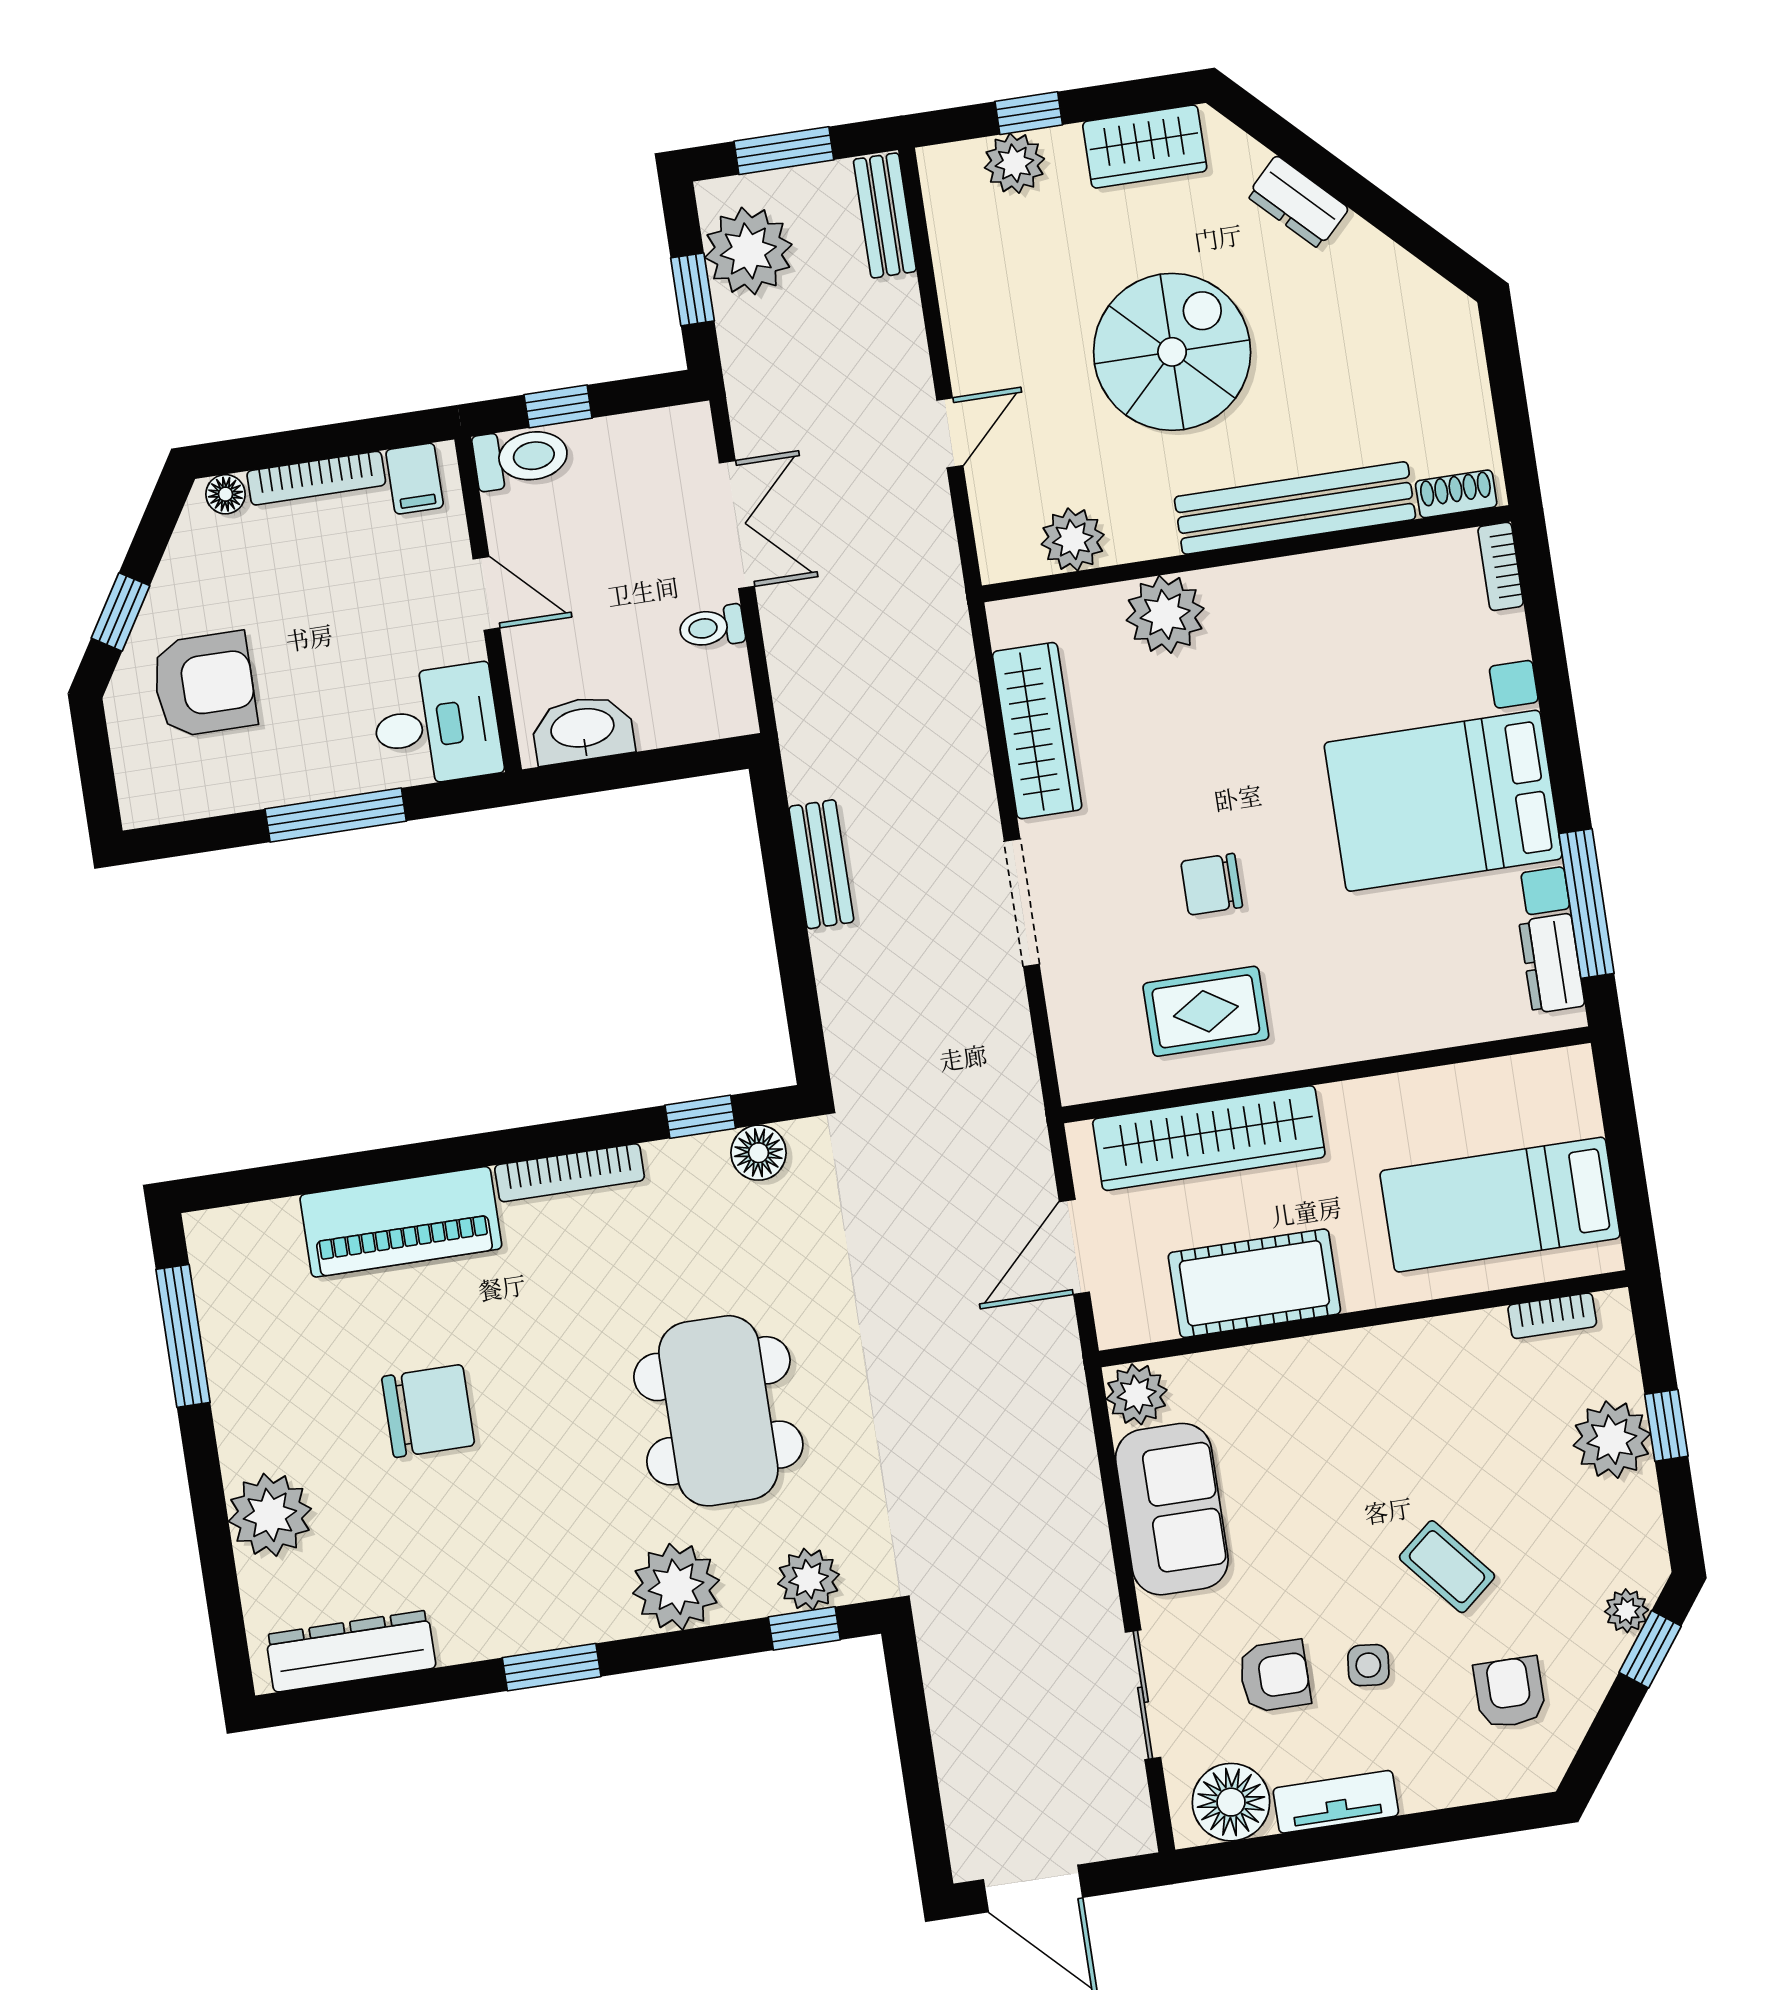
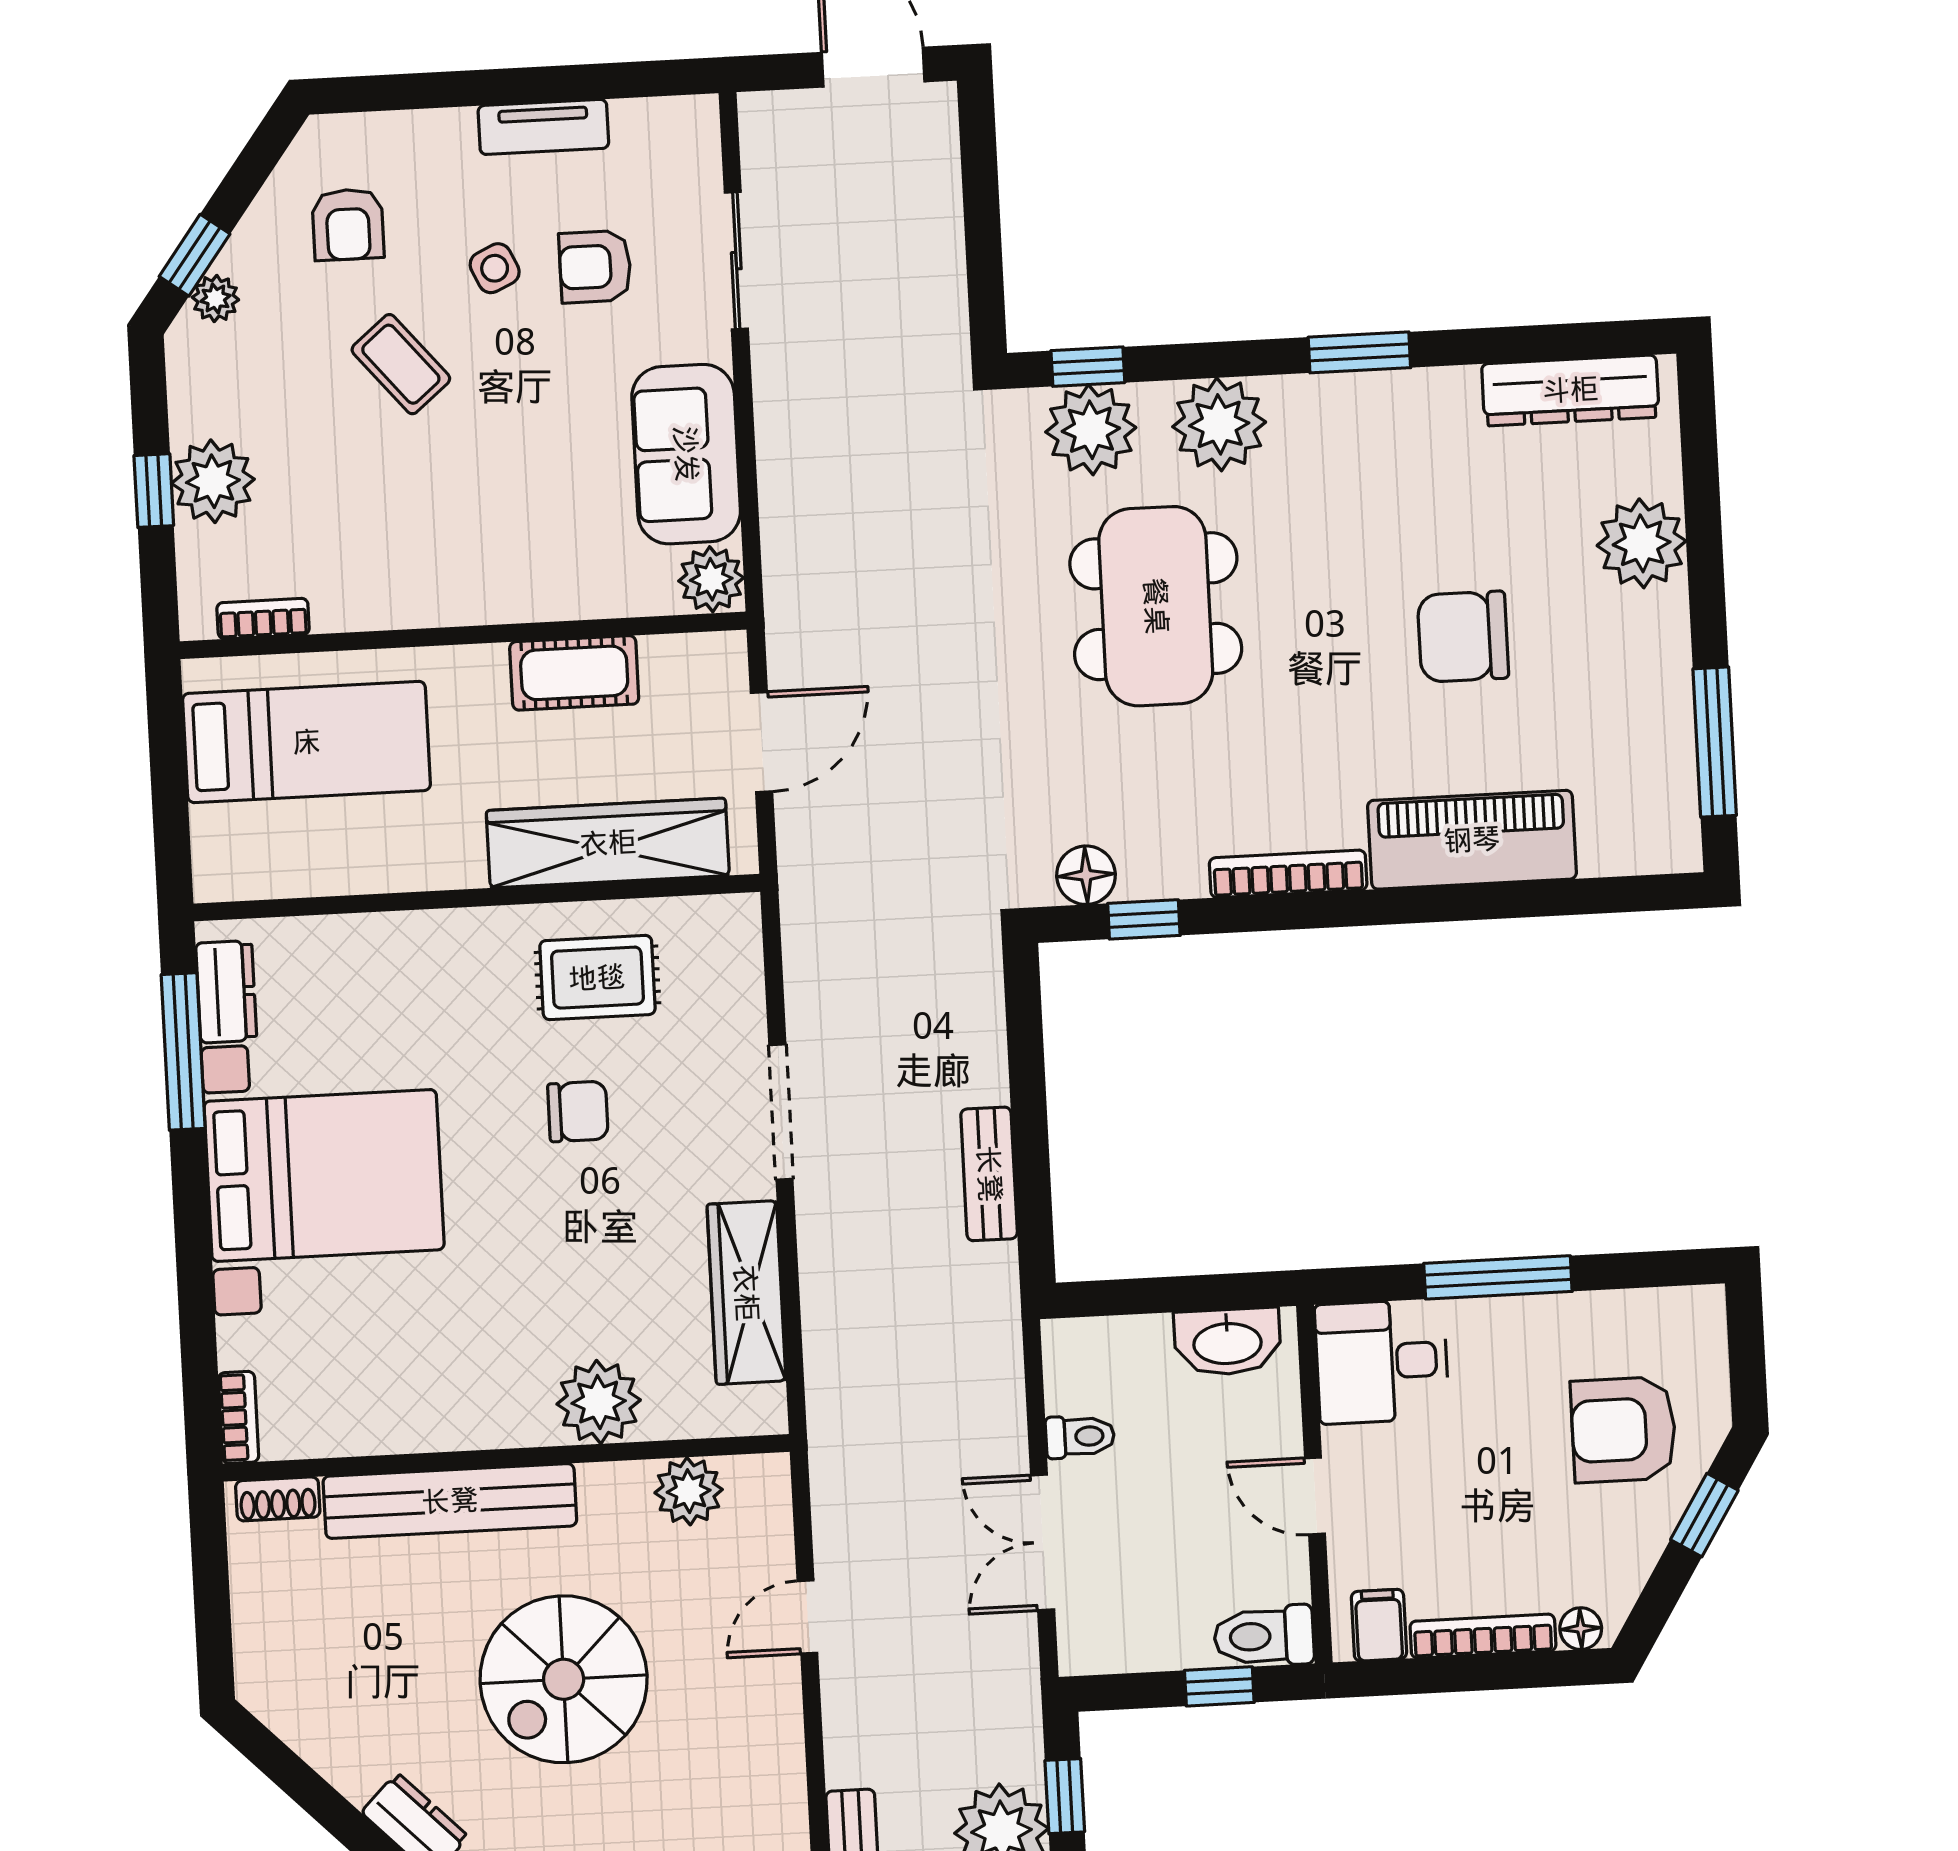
cot: (1254, 1283) -> (574, 673), width x0.73, depth x0.75
plant: (809, 1579) -> (1091, 430), width x1.36, depth x1.36
side table: (1368, 1665) -> (495, 268), turned -31
floor lamp: (1231, 1802) -> (654, 138), removed

